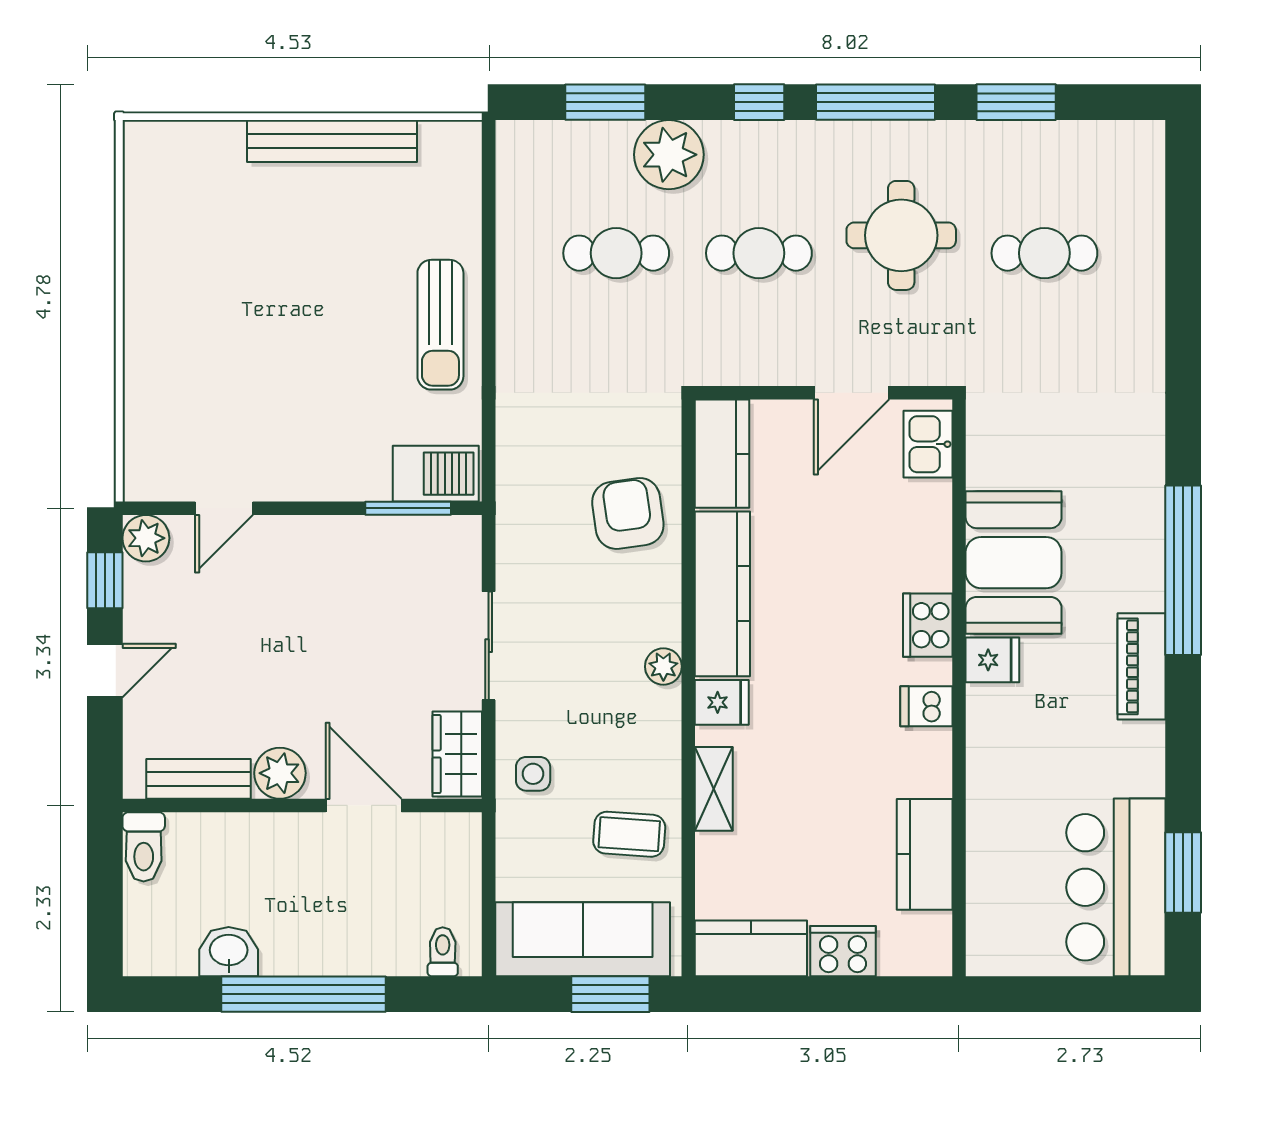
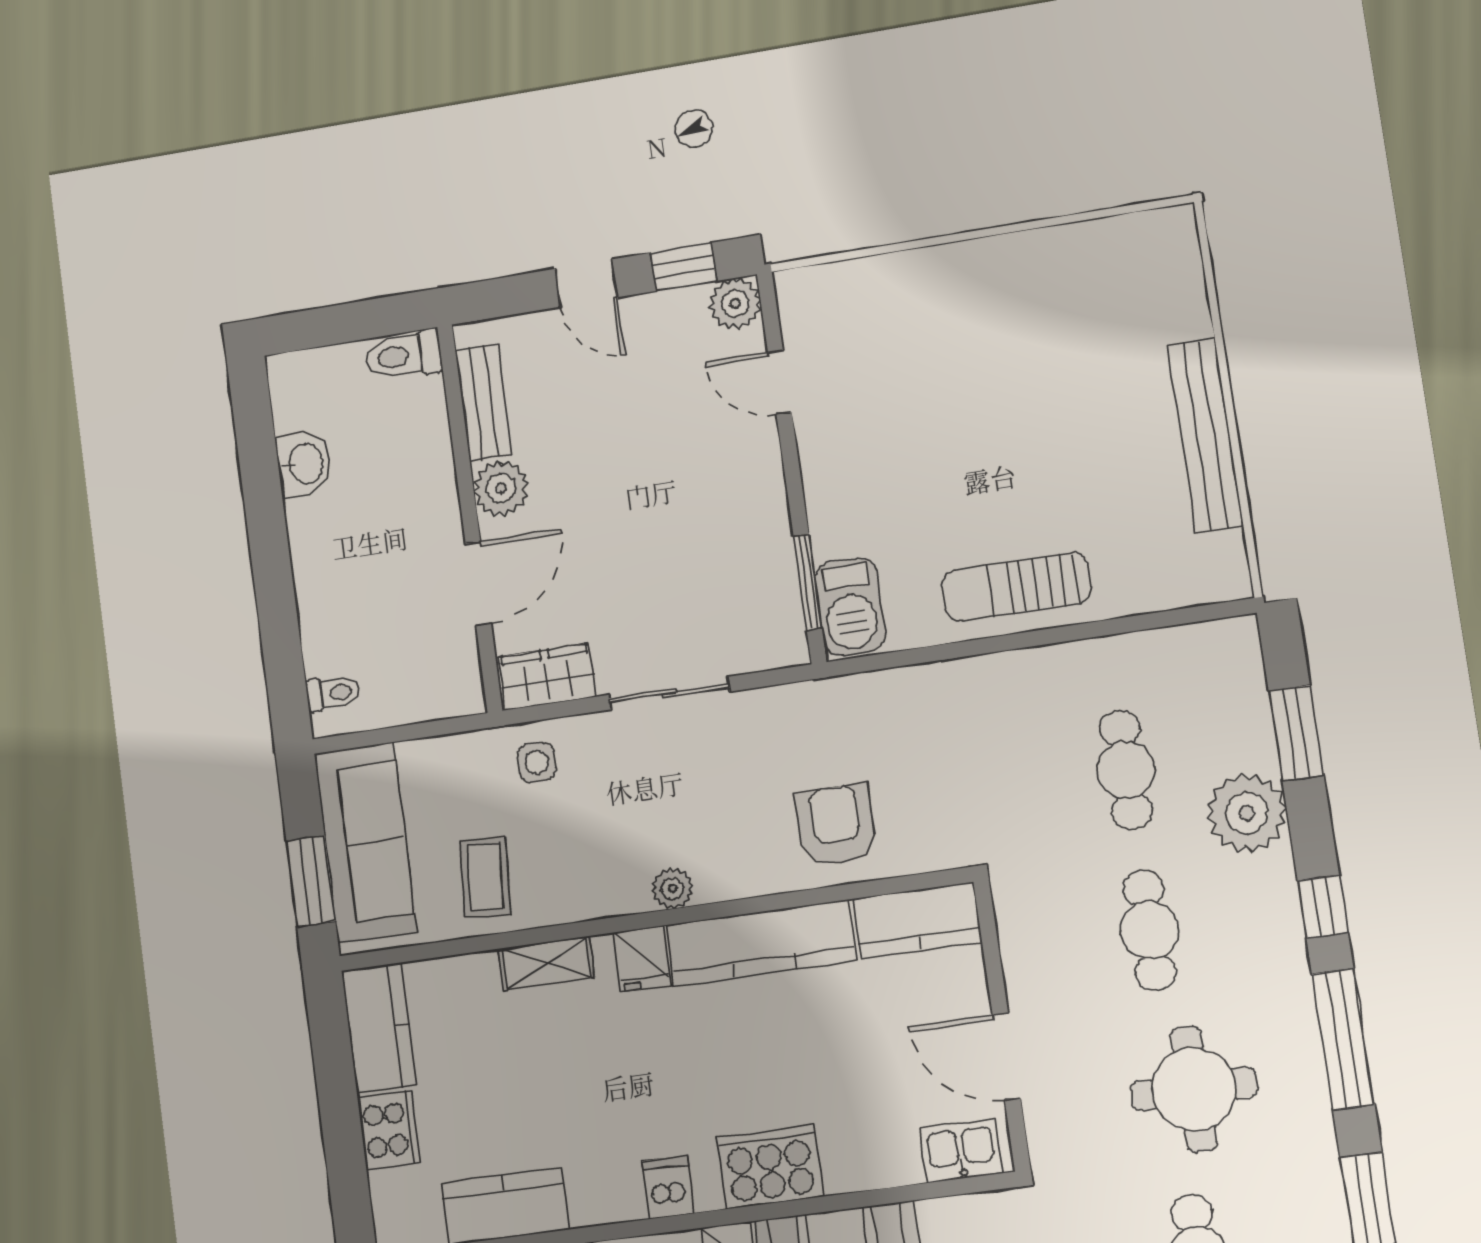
armchair: (628, 513) -> (836, 825), turned -82
cooker: (928, 625) -> (770, 1167), width x1.37, depth x1.31
window: (304, 994) -> (270, 551), removed

